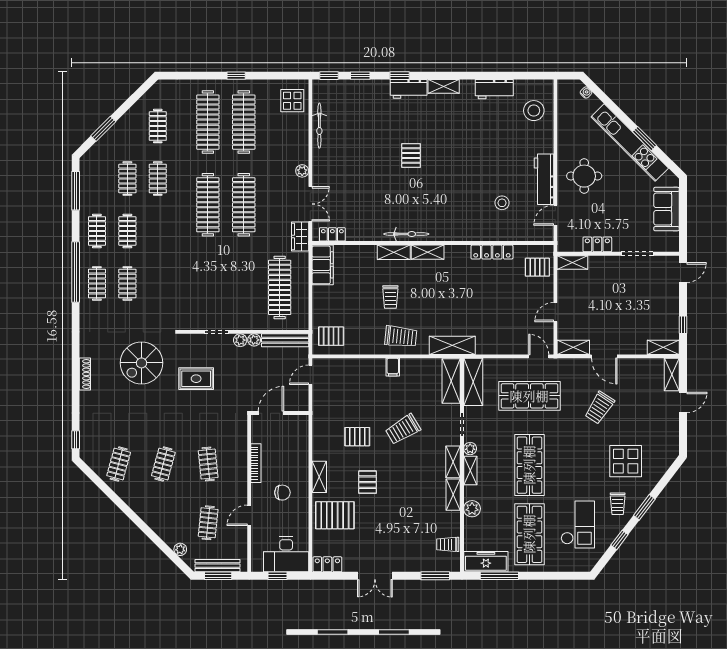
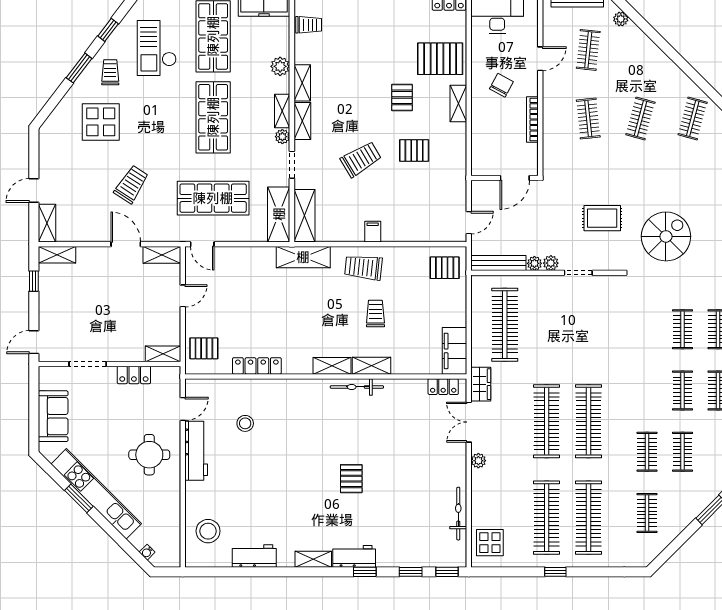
chair: (282, 493) -> (501, 85), turned 118

